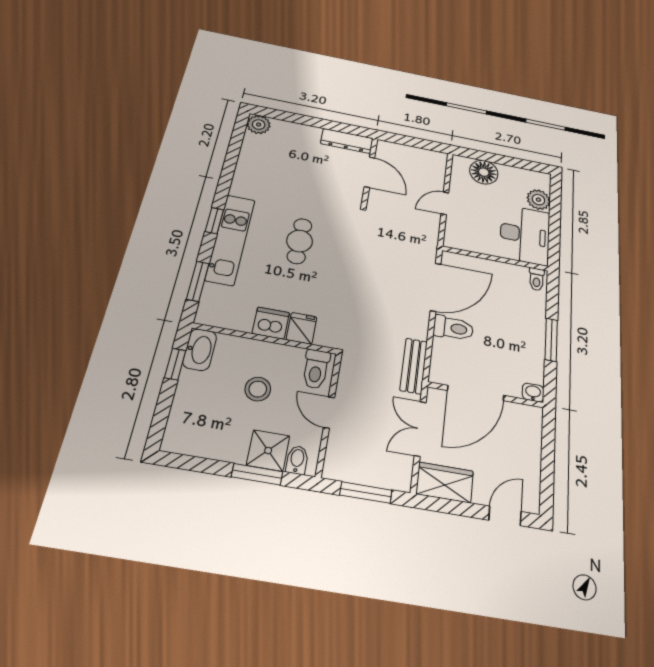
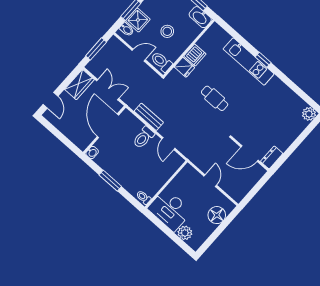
dresser: (347, 141) -> (272, 157), width x0.70
cafe table: (300, 241) -> (215, 98), moved
window: (198, 281) -> (235, 35), removed
door: (436, 287) -> (168, 144), width x0.53
bench: (414, 366) -> (149, 117), moved

